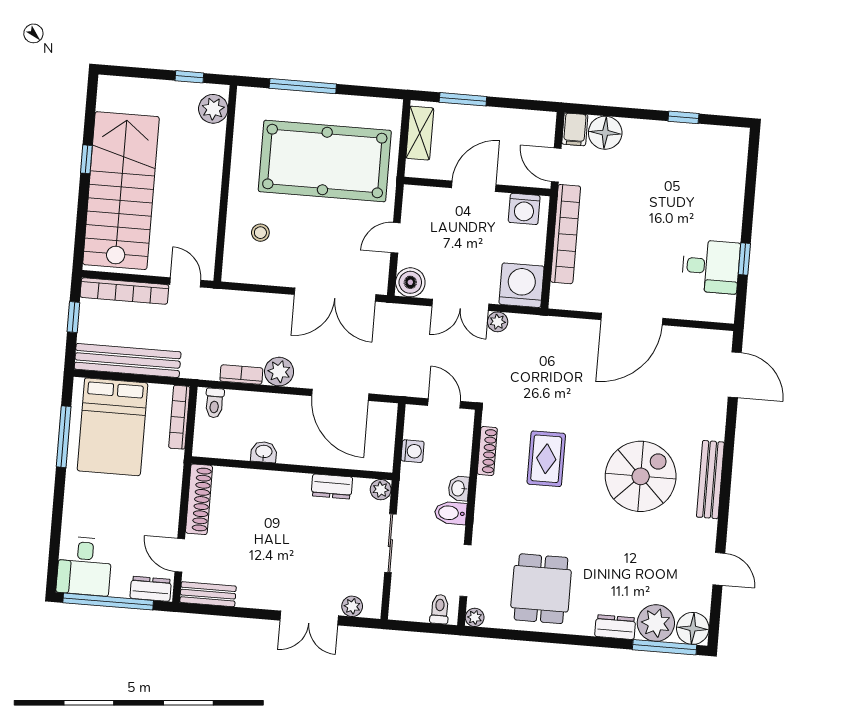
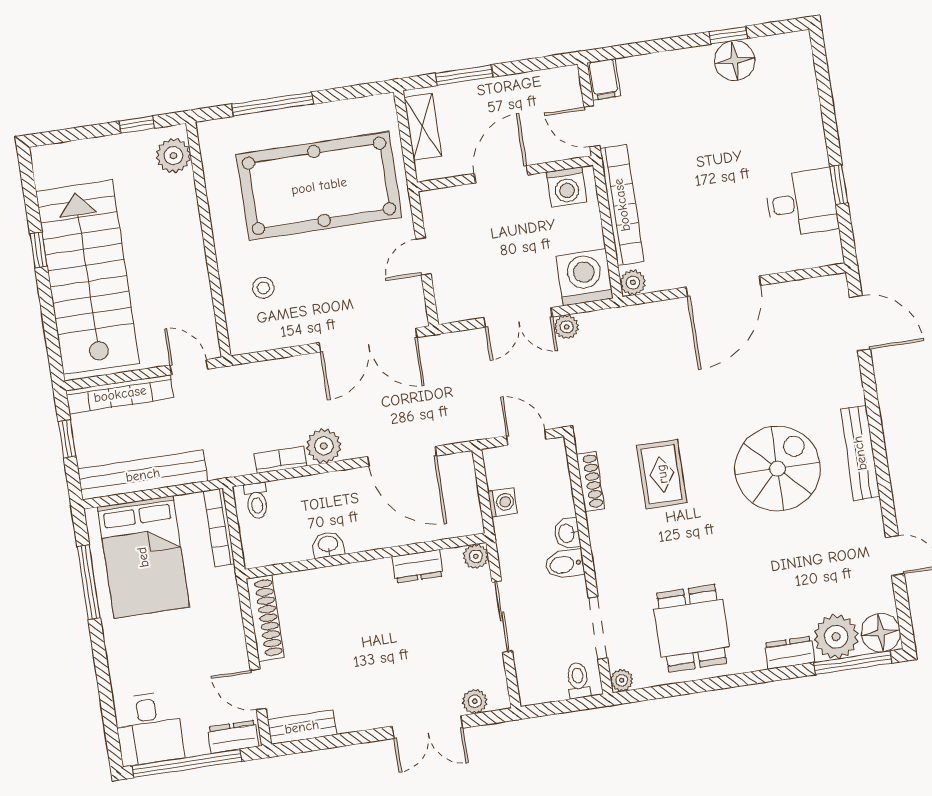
floor lamp: (605, 133) -> (735, 61), moved
boiler: (410, 282) -> (453, 305), removed
plant: (560, 299) -> (633, 283), added

